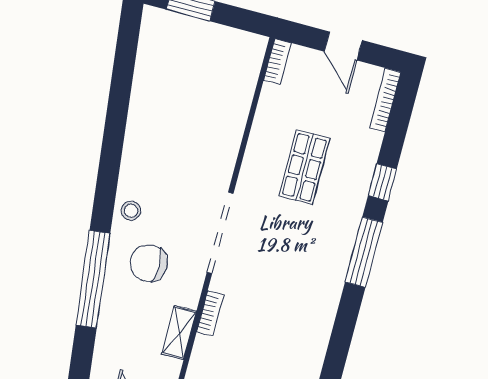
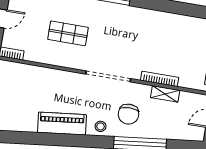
piano: (143, 141) -> (62, 124), added
bookcase: (210, 313) -> (160, 79), width x1.56

